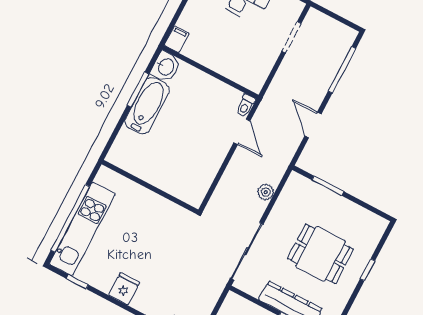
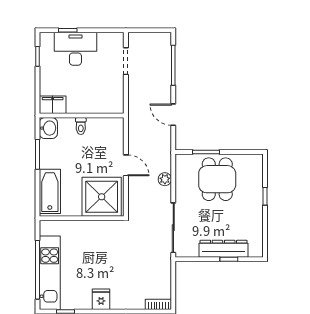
filing cabinet: (177, 39) -> (53, 105), width x2.00
bathtub: (147, 106) -> (50, 191), moved
toilet: (245, 106) -> (81, 126), moved
door: (242, 132) -> (126, 165), moved
shower: (185, 175) -> (102, 197), added
dining table: (320, 254) -> (217, 179), moved, turned 90

